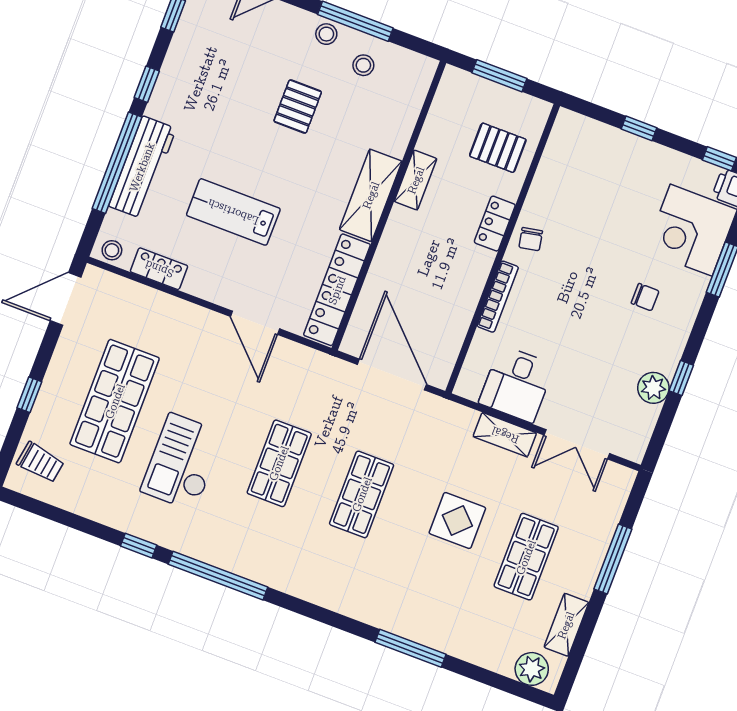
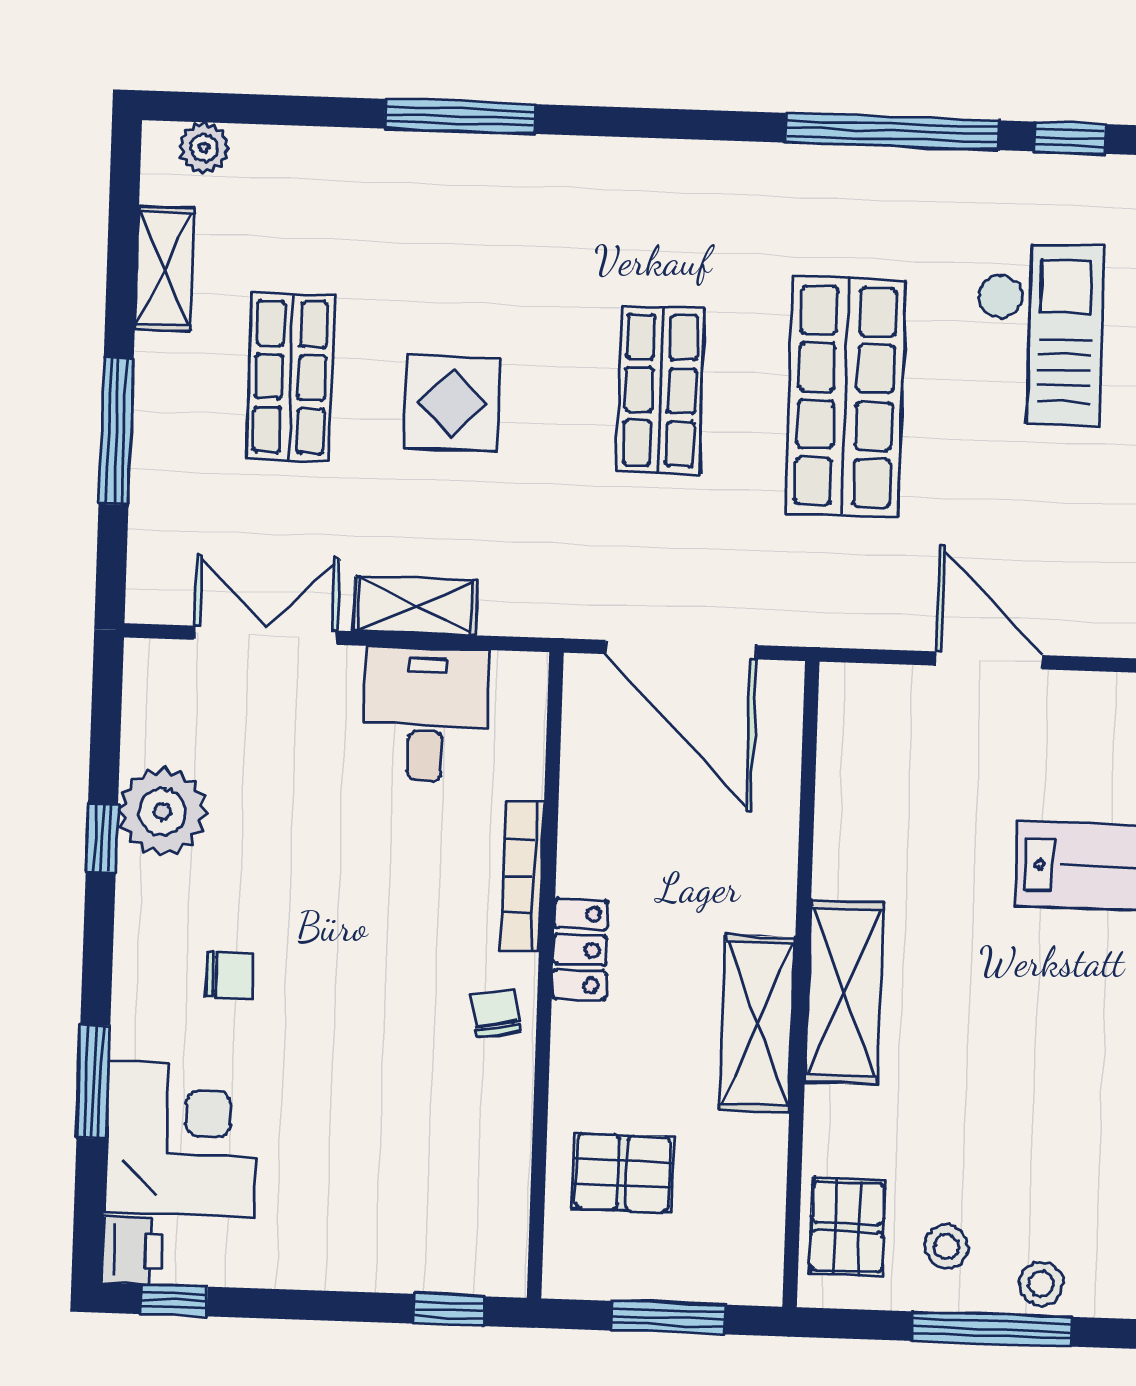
pallet: (298, 107) -> (847, 1227), moved
window: (639, 128) -> (449, 1310), moved
shelving: (416, 180) -> (757, 1024), width x1.50, depth x1.33
locker: (495, 224) -> (580, 949), moved
locker: (337, 290) -> (848, 781), removed
chair: (645, 297) -> (229, 975), turned 180
plant: (653, 388) -> (162, 812), width x1.36, depth x1.36
shop shelf: (279, 463) -> (846, 397), width x1.43, depth x1.36
plant: (532, 669) -> (204, 148), width x0.73, depth x0.73

